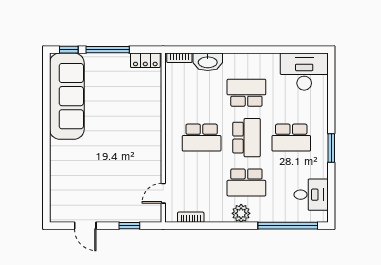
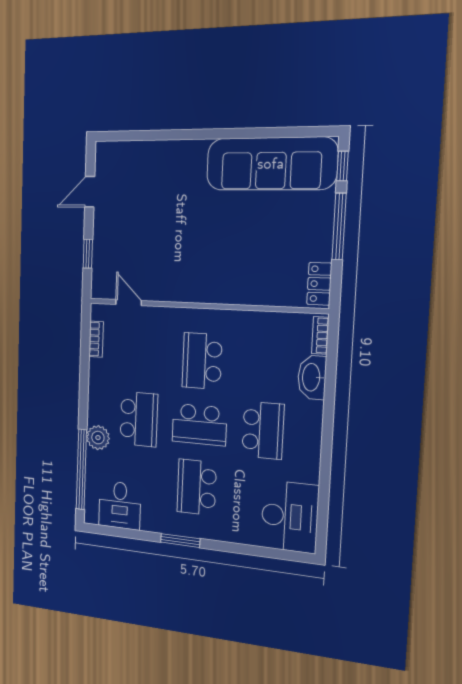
school desk: (246, 182) -> (139, 419), turned 180
plant: (241, 213) -> (98, 438), moved

